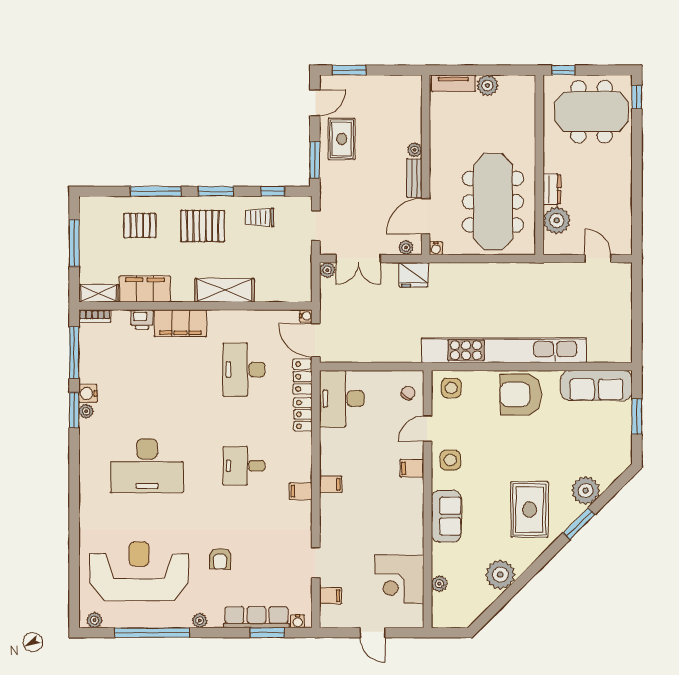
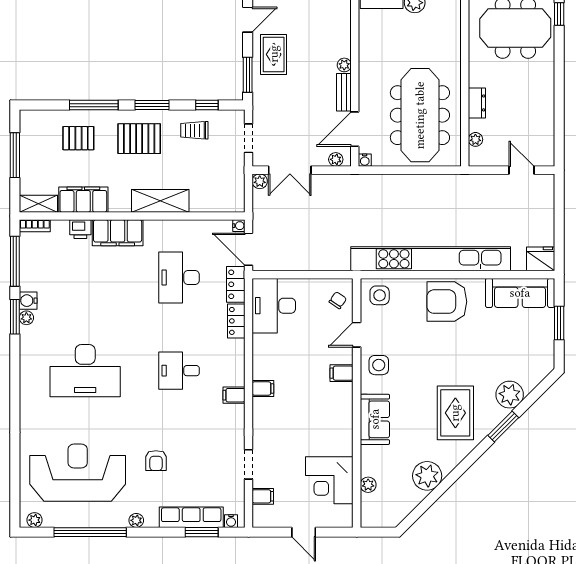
plant: (557, 220) -> (475, 139), width x0.53, depth x0.53
fridge: (414, 275) -> (541, 259), moved, turned 180

